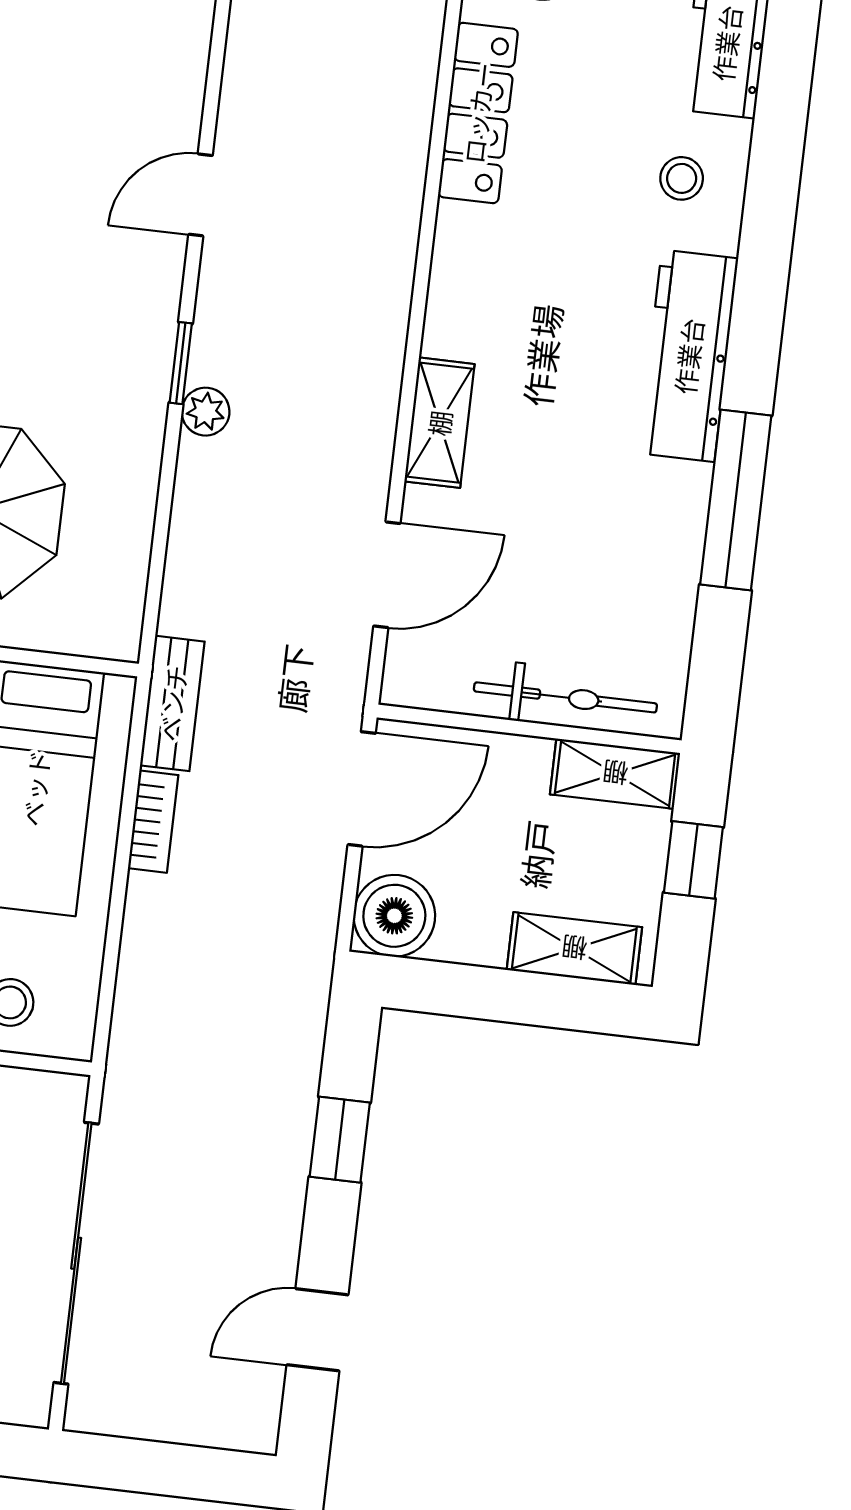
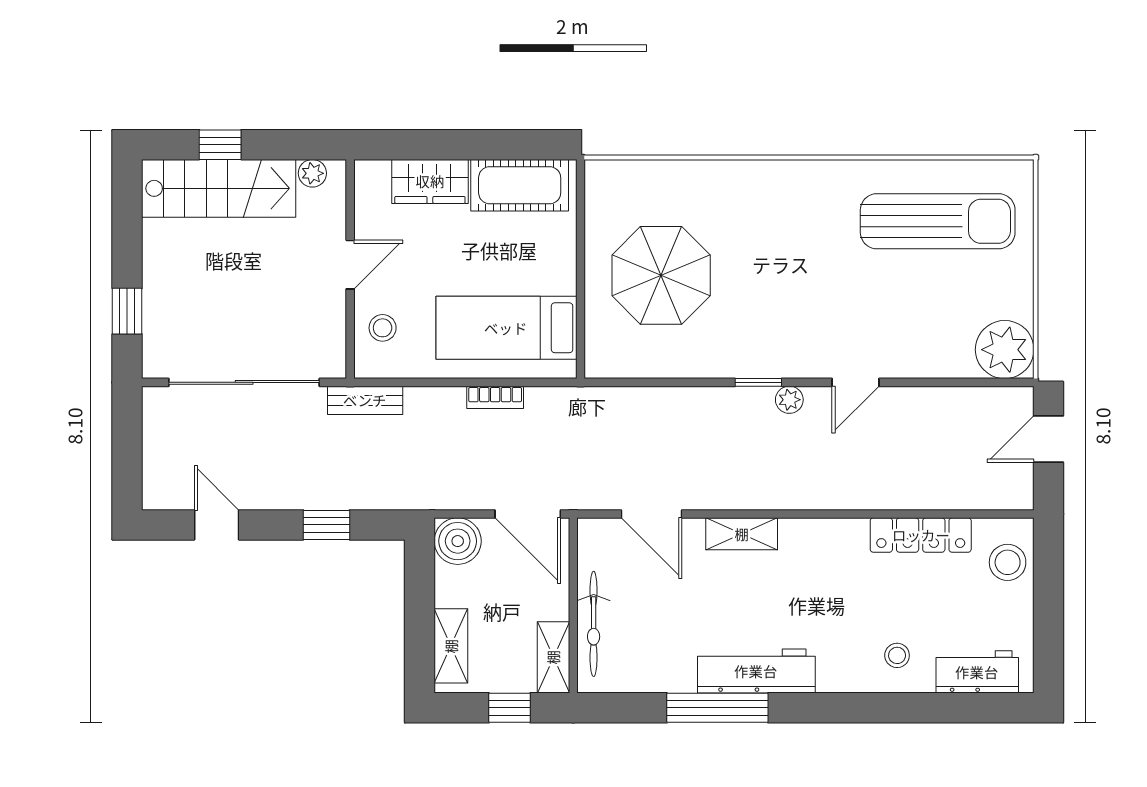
door: (201, 195) -> (855, 382), swing flipped
workbench: (688, 356) -> (756, 671), moved
plant: (206, 412) -> (789, 400), moved
bench: (172, 703) -> (365, 400), moved

